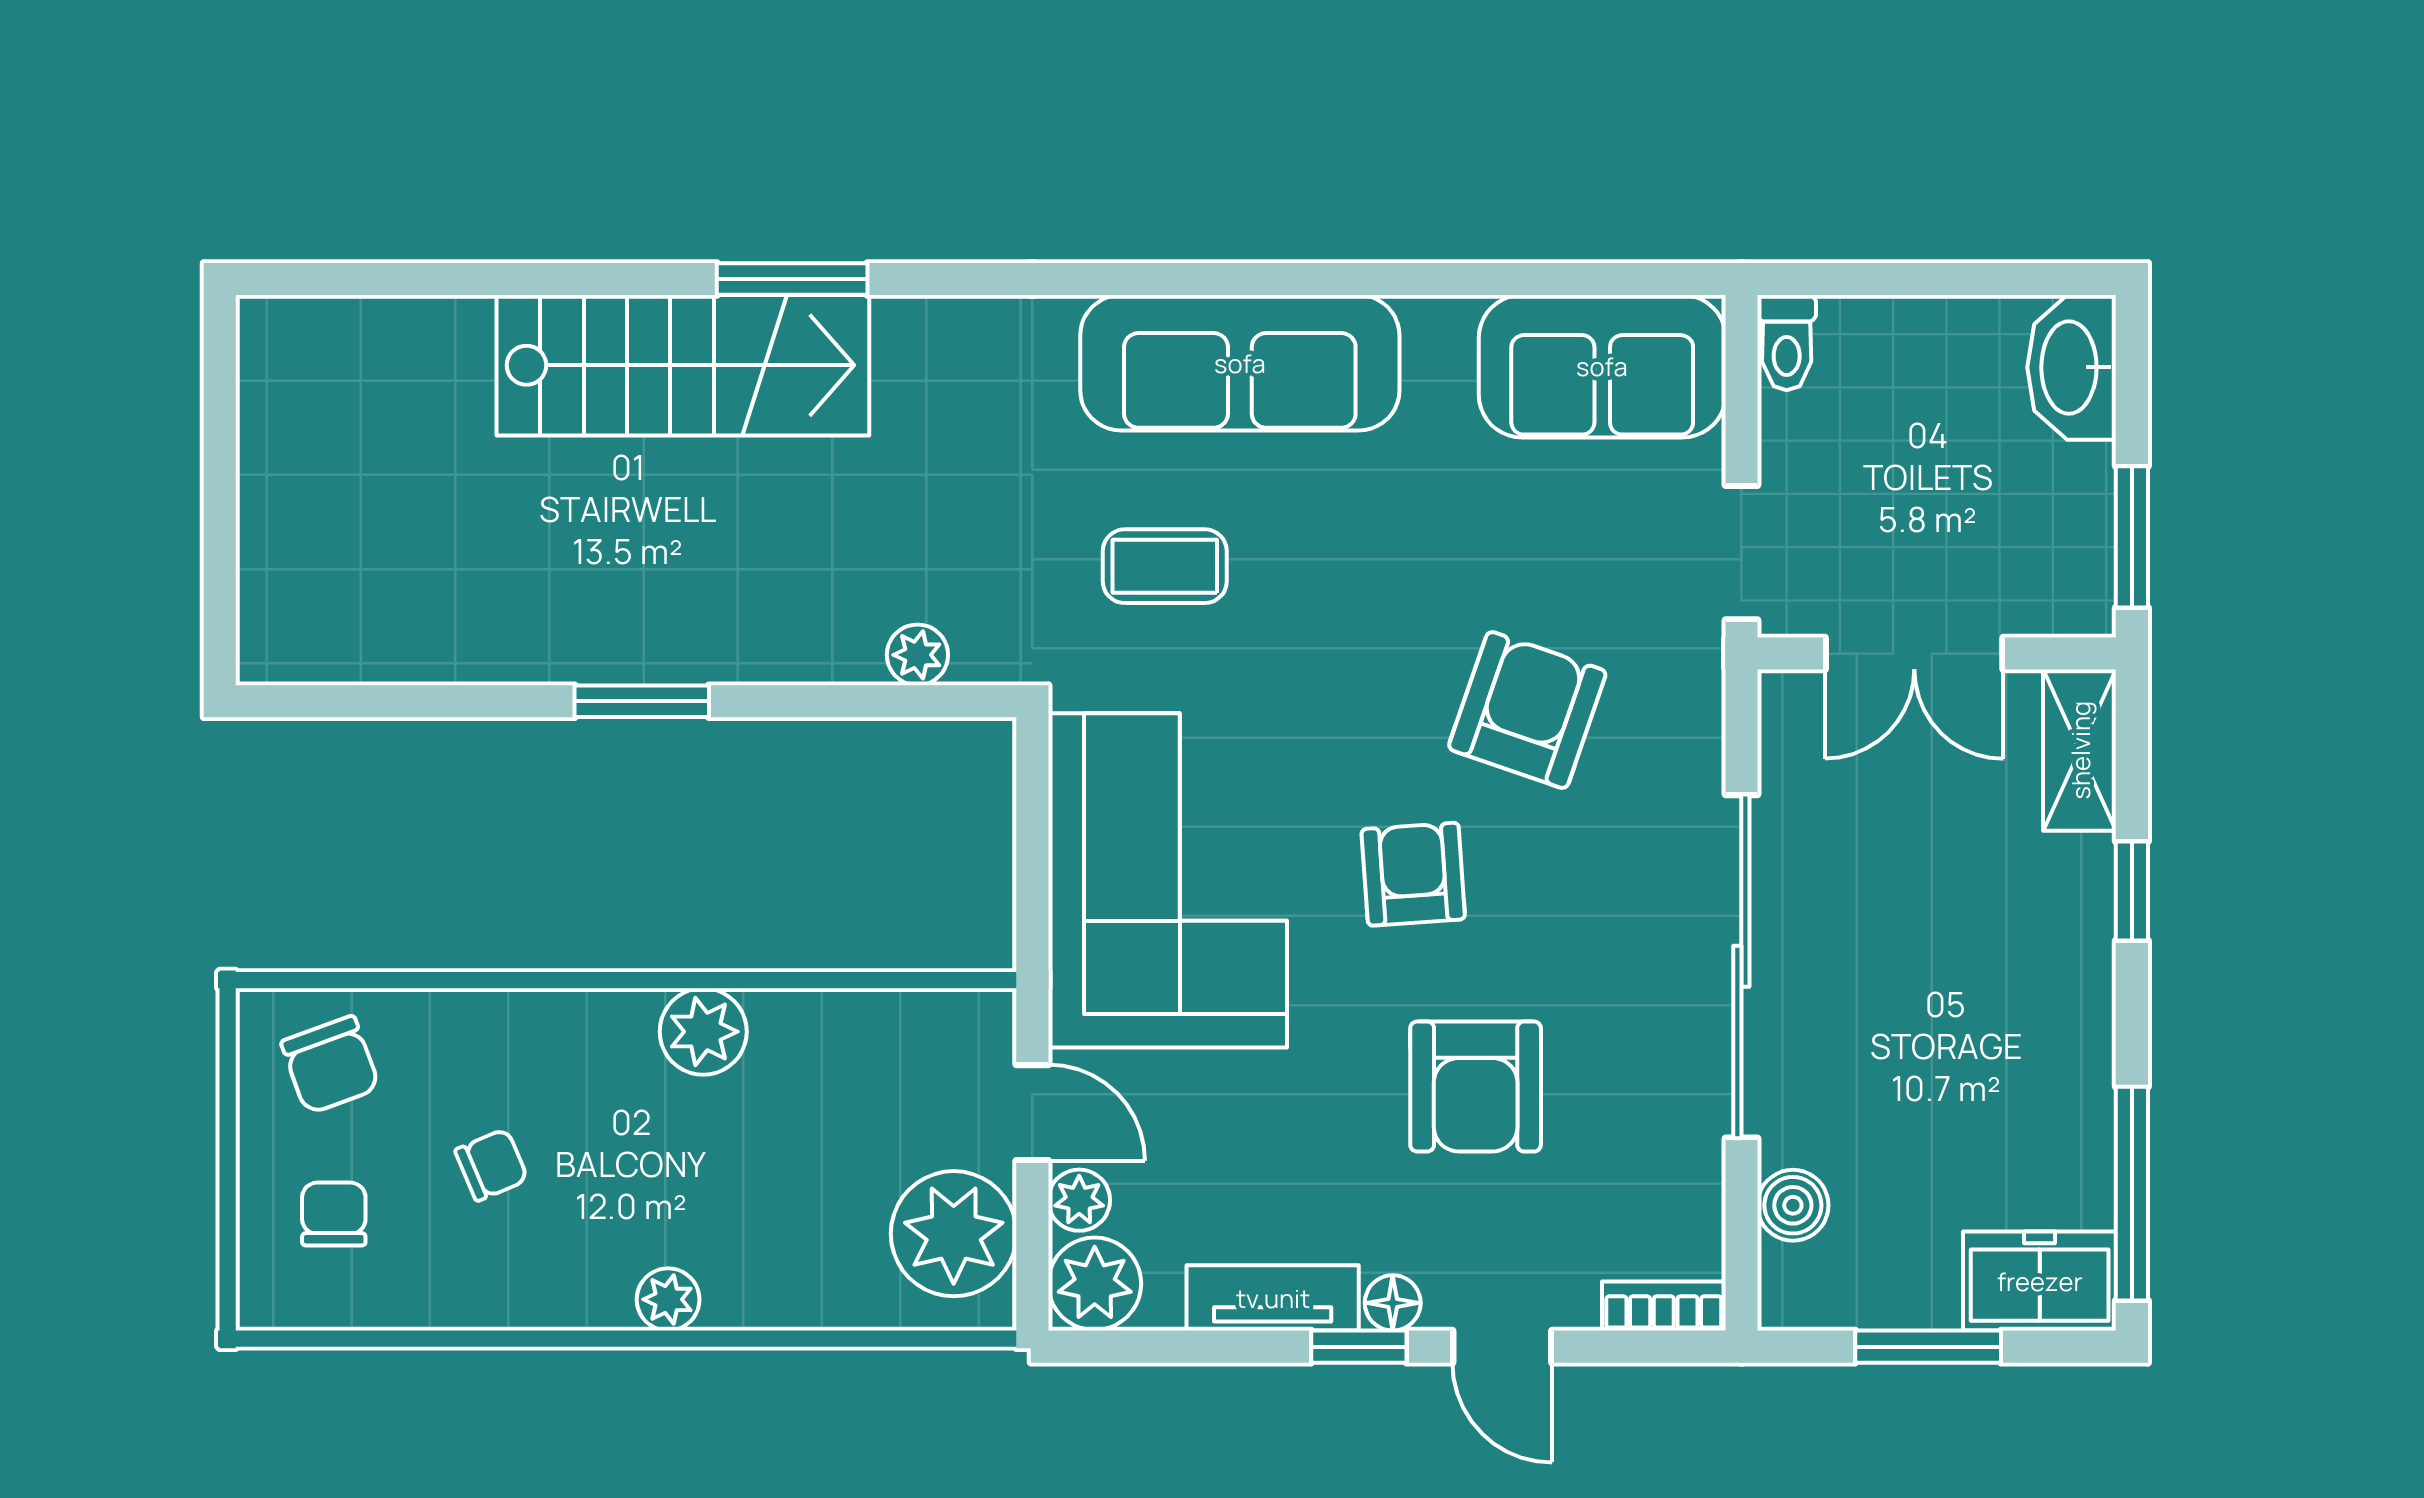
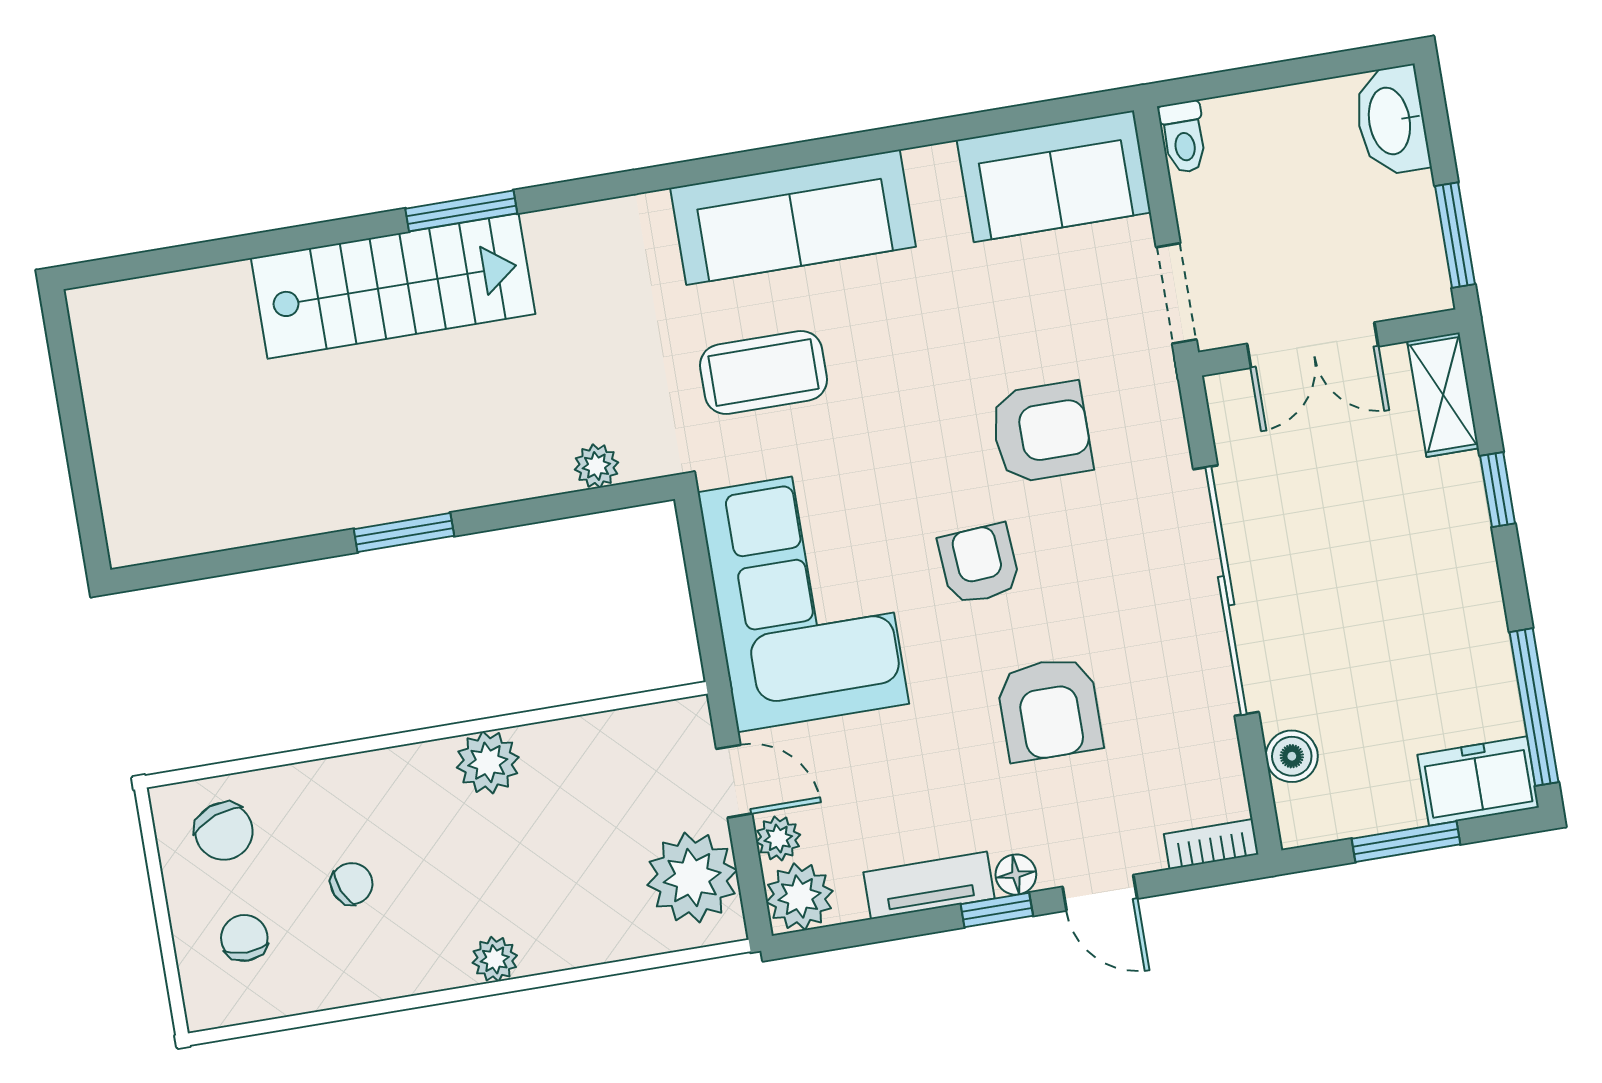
coffee table: (1165, 566) -> (764, 372), width x1.36, depth x1.30
armchair: (1527, 710) -> (1041, 432), turned 71

